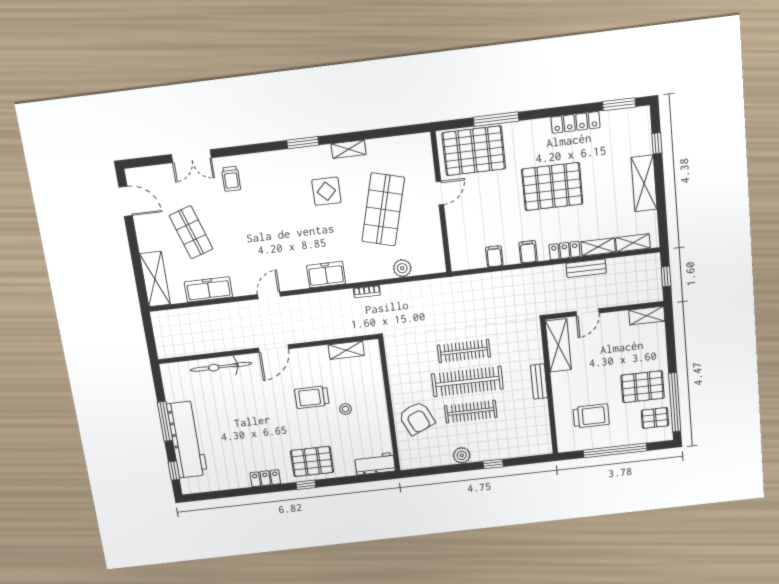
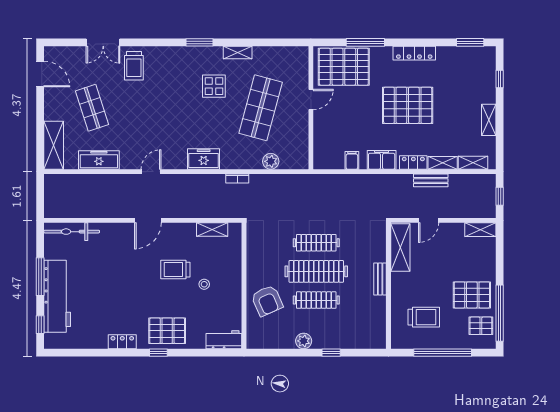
locker: (576, 122) -> (414, 53), moved
trolley: (231, 179) -> (134, 66), width x1.36, depth x1.39
shelving: (644, 183) -> (489, 120), width x0.67, depth x0.75
filing cabinet: (528, 252) -> (382, 160), width x2.00
bicycle: (221, 367) -> (72, 232), moved

